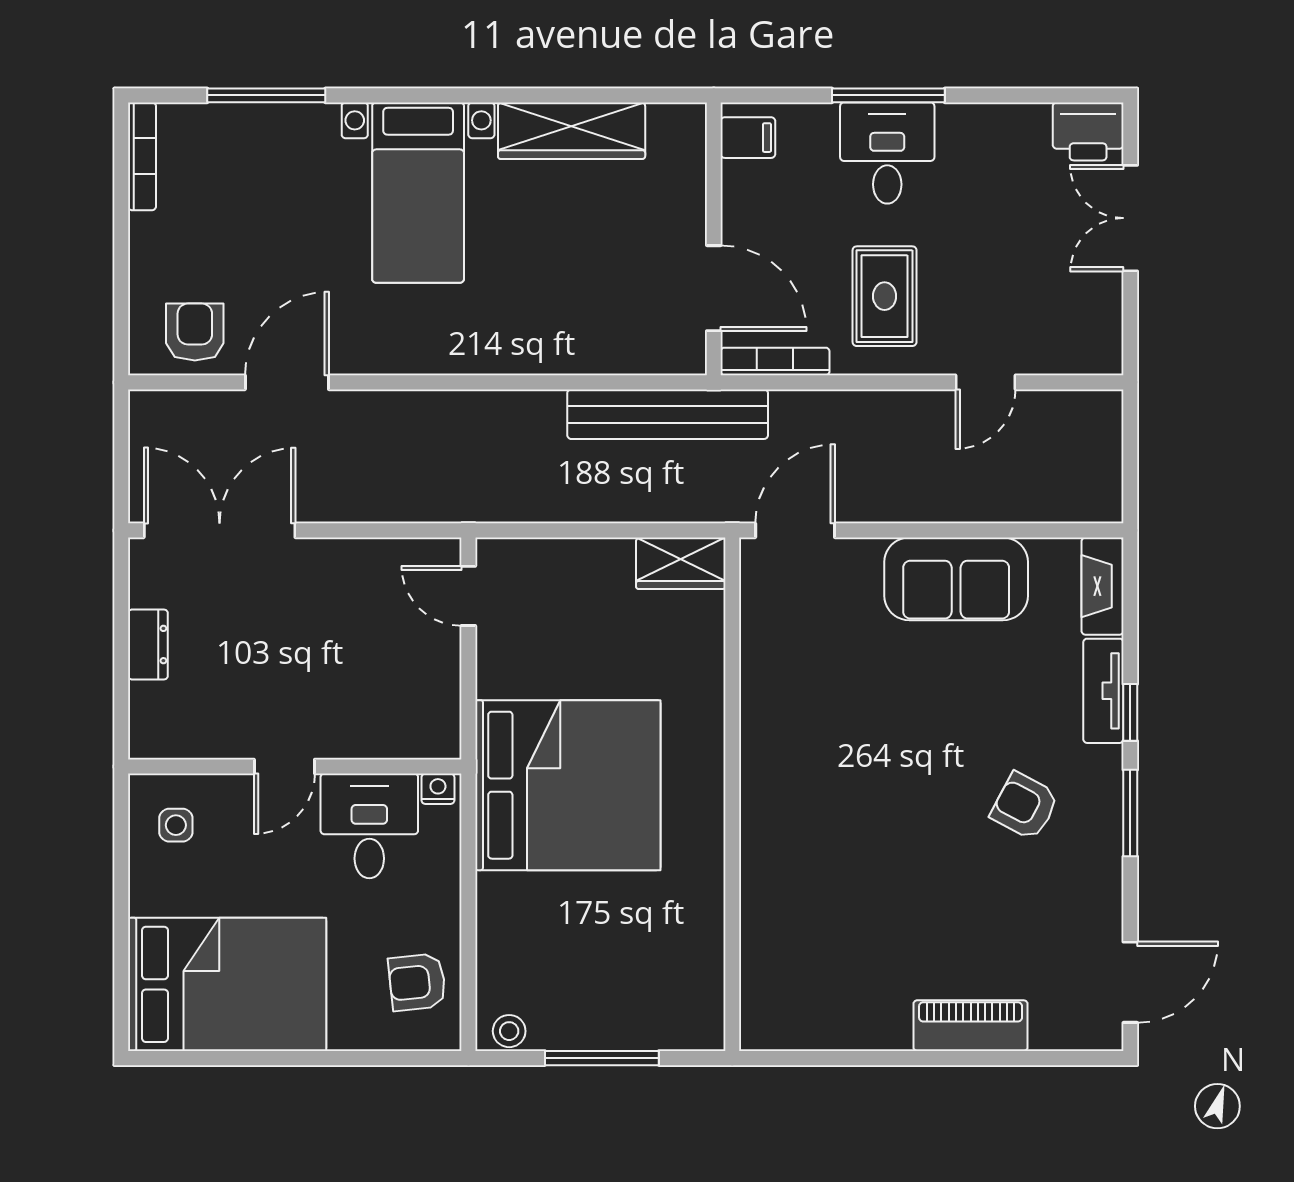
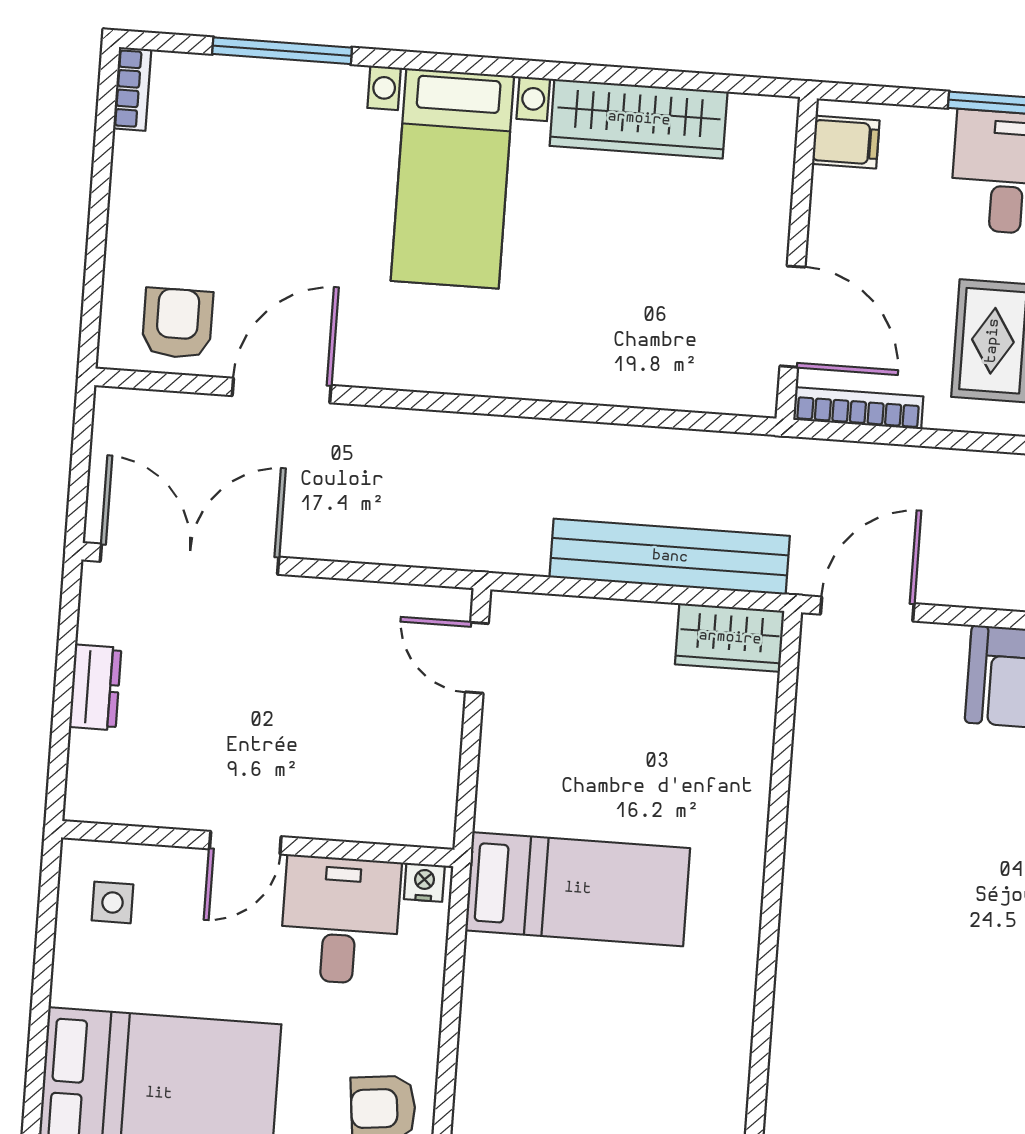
bookcase: (142, 156) -> (132, 89), width x0.64
bench: (668, 414) -> (670, 557), moved
bed: (568, 785) -> (578, 889), width x0.49

